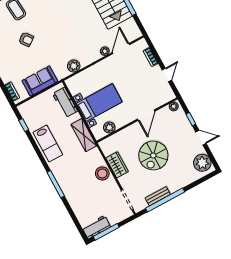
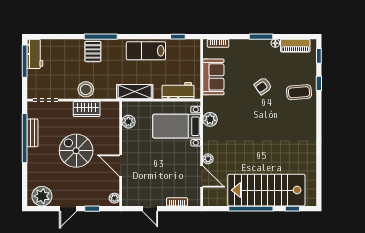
bed with nightstands: (99, 103) -> (177, 126), moved, turned 90
pallet: (70, 184) -> (93, 51), added

